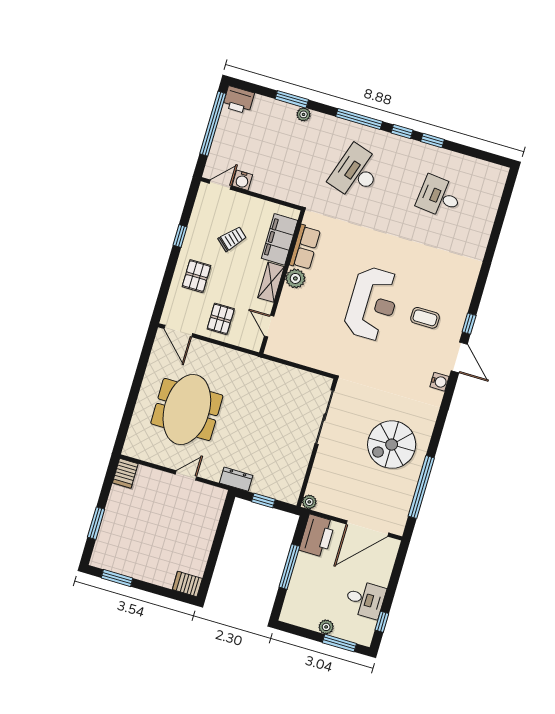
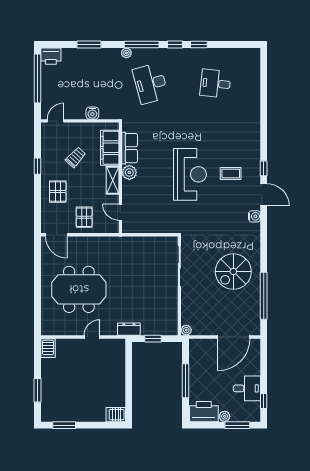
plant: (304, 114) -> (126, 53), moved
desk: (356, 172) -> (151, 84), turned -33
water cooler: (242, 180) -> (92, 113), moved
meeting table: (187, 409) -> (79, 289), turned 90
printer: (317, 536) -> (204, 412), moved, turned -90

